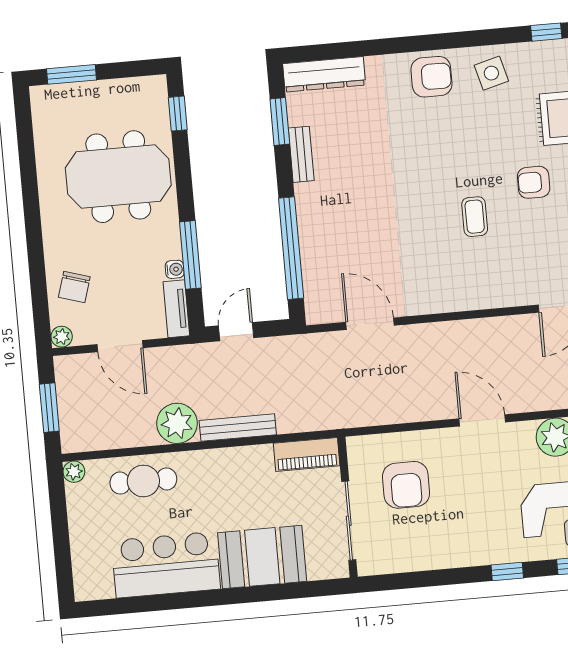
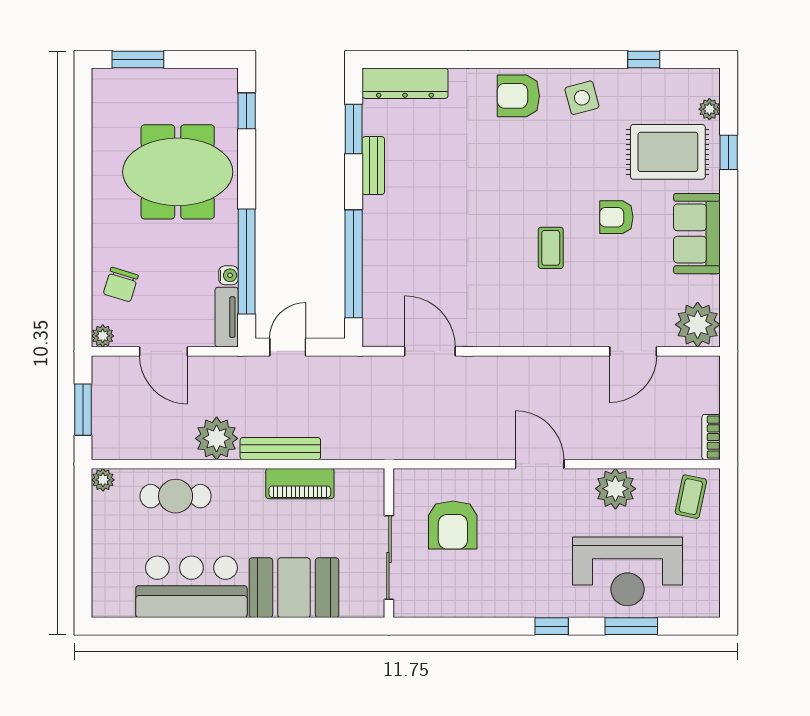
armchair: (431, 77) -> (518, 96), turned 180
window: (190, 255) -> (247, 262), width x1.46
piano: (307, 454) -> (300, 484), moved

